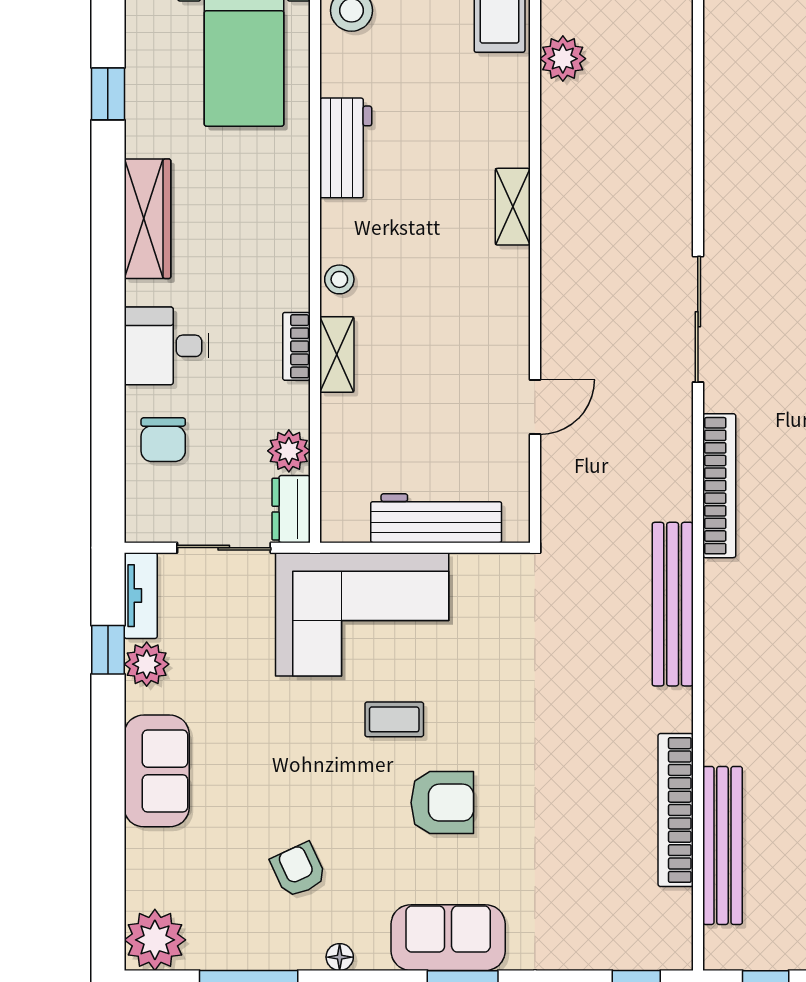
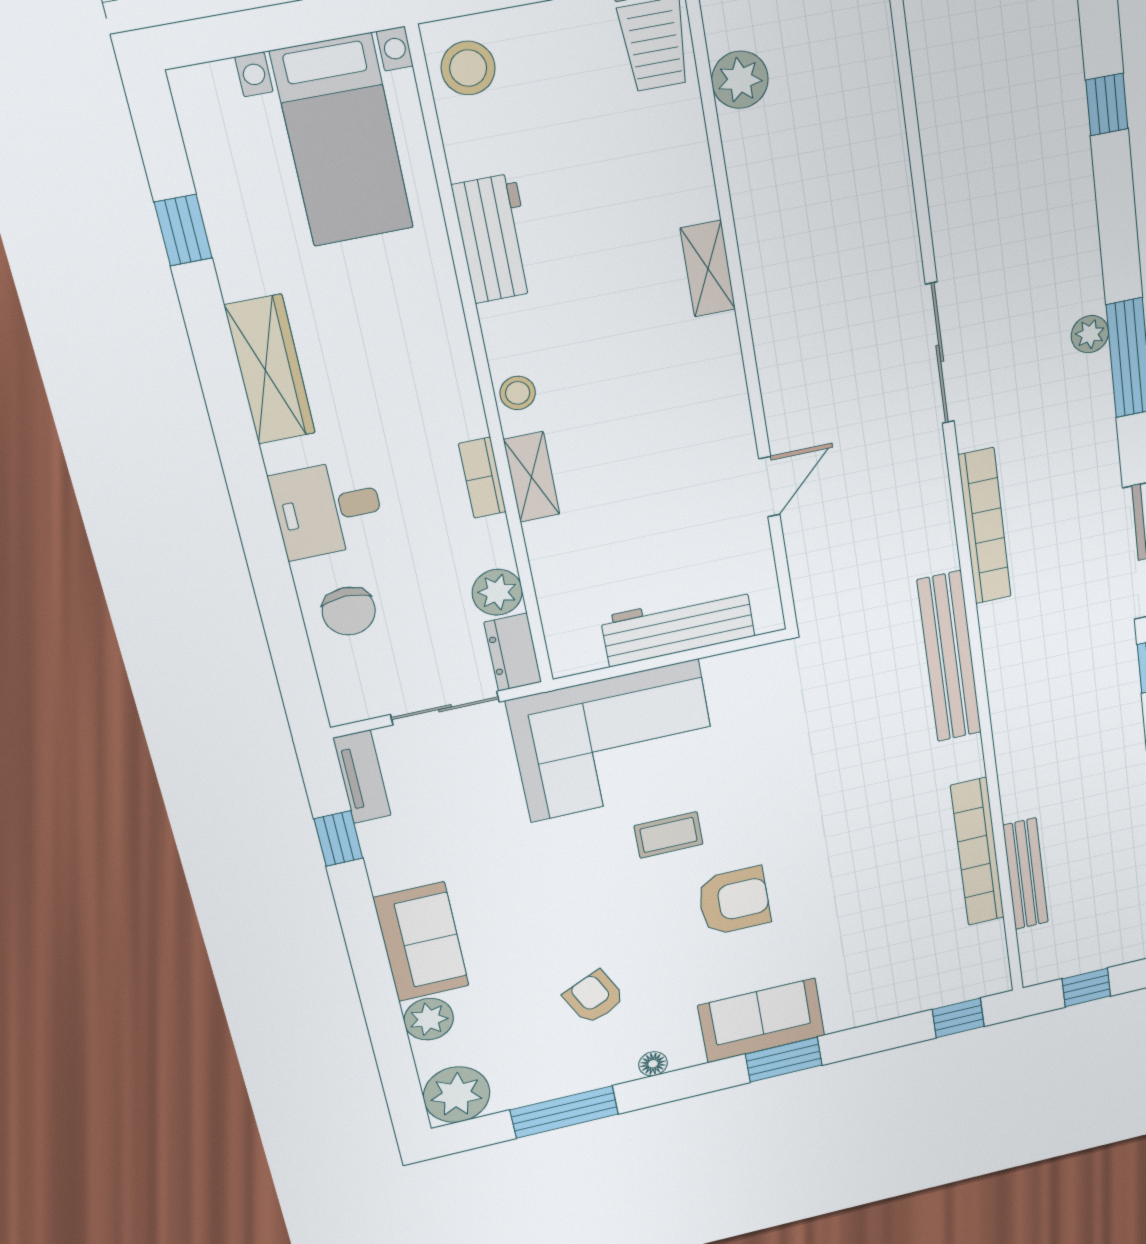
plant: (147, 664) -> (429, 1019), moved
bench: (722, 845) -> (1026, 874), width x0.73, depth x0.82

